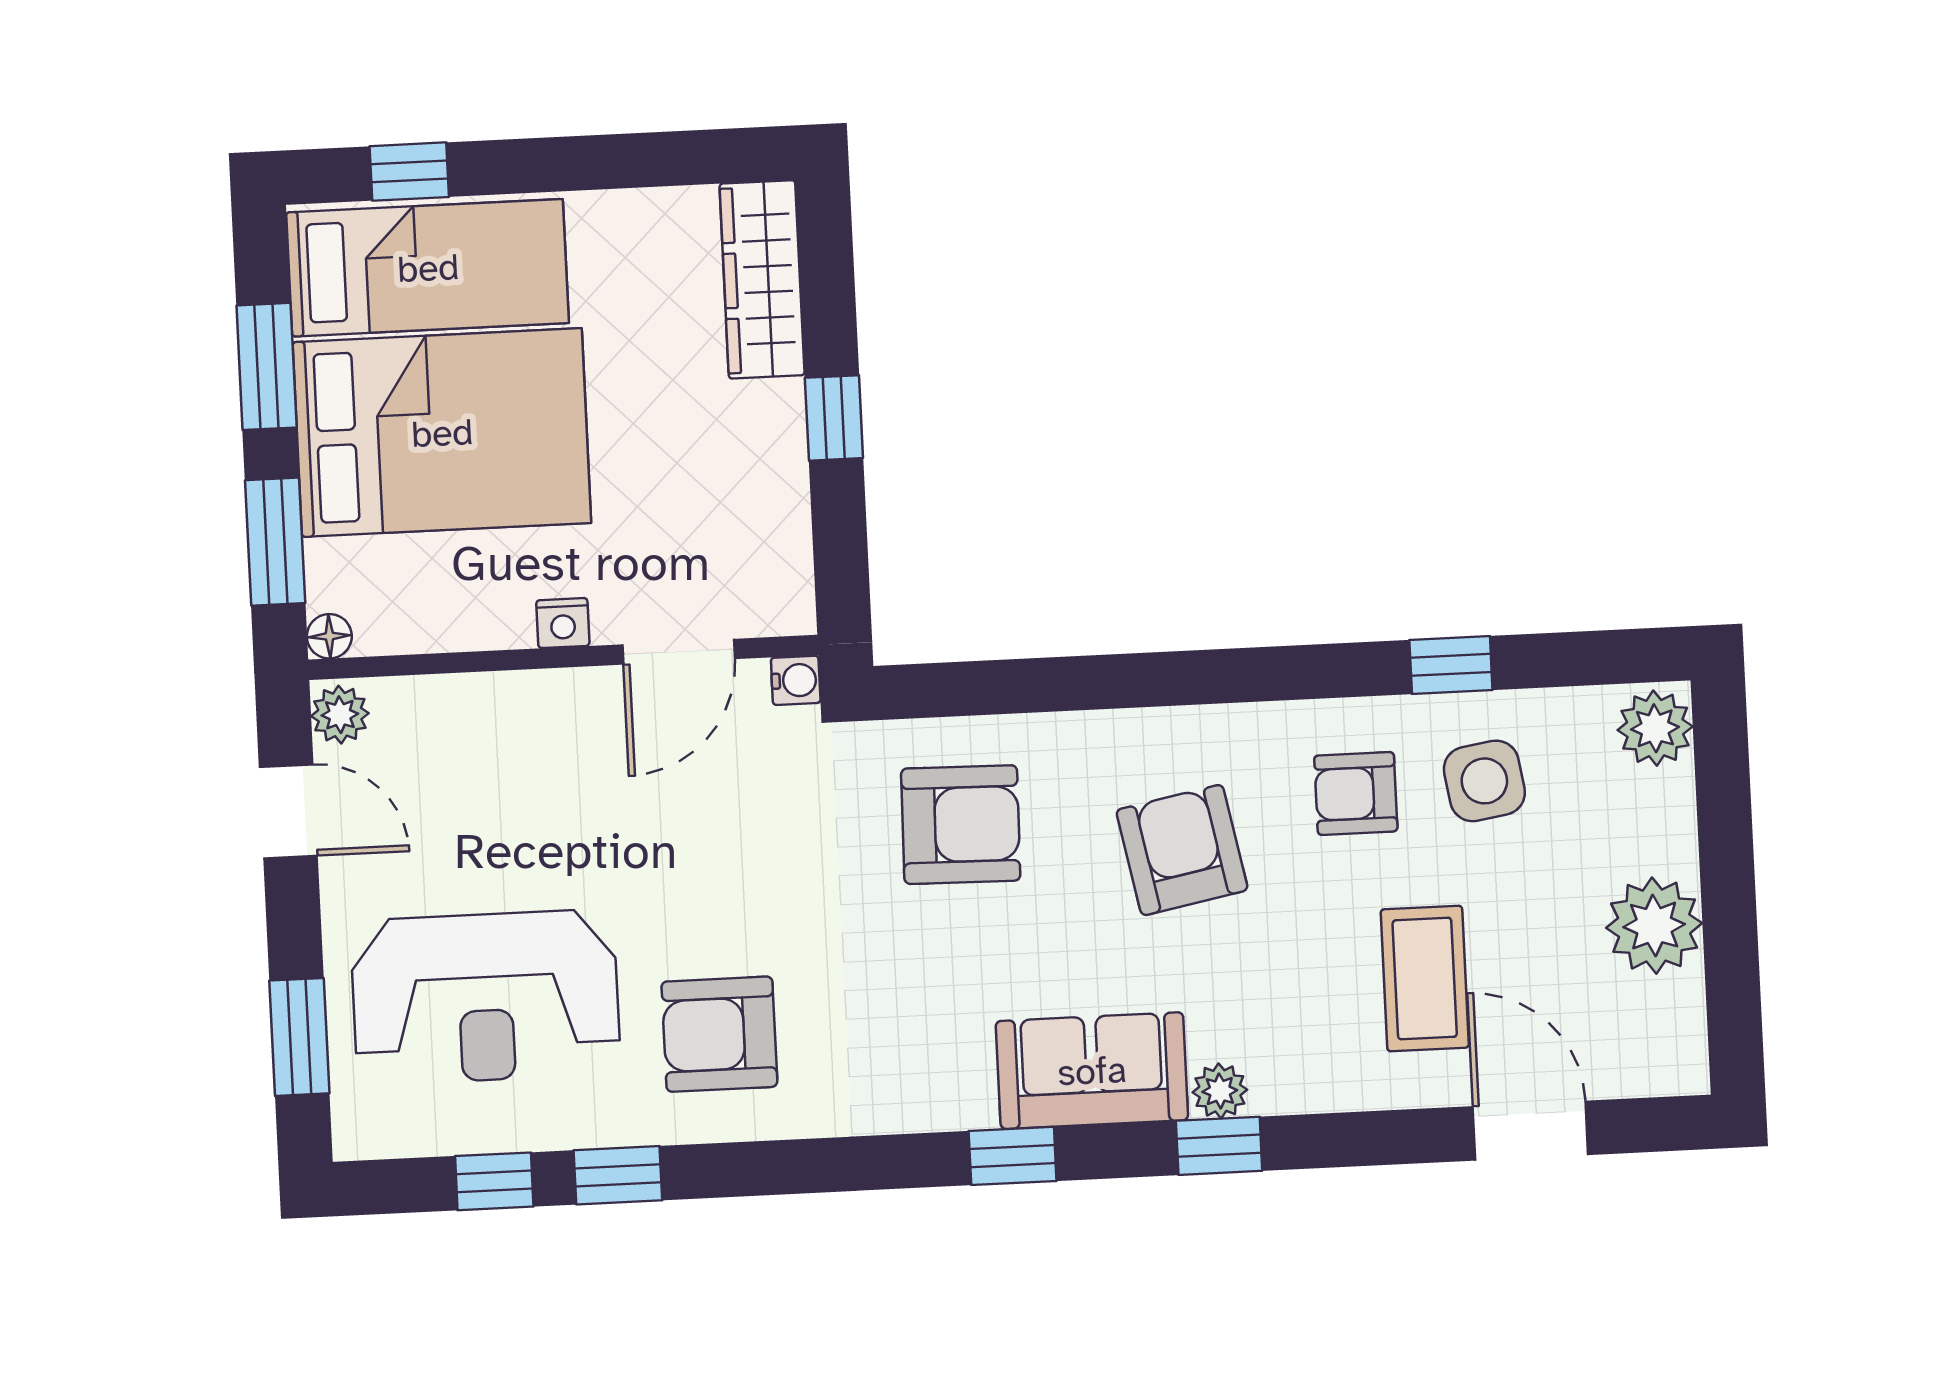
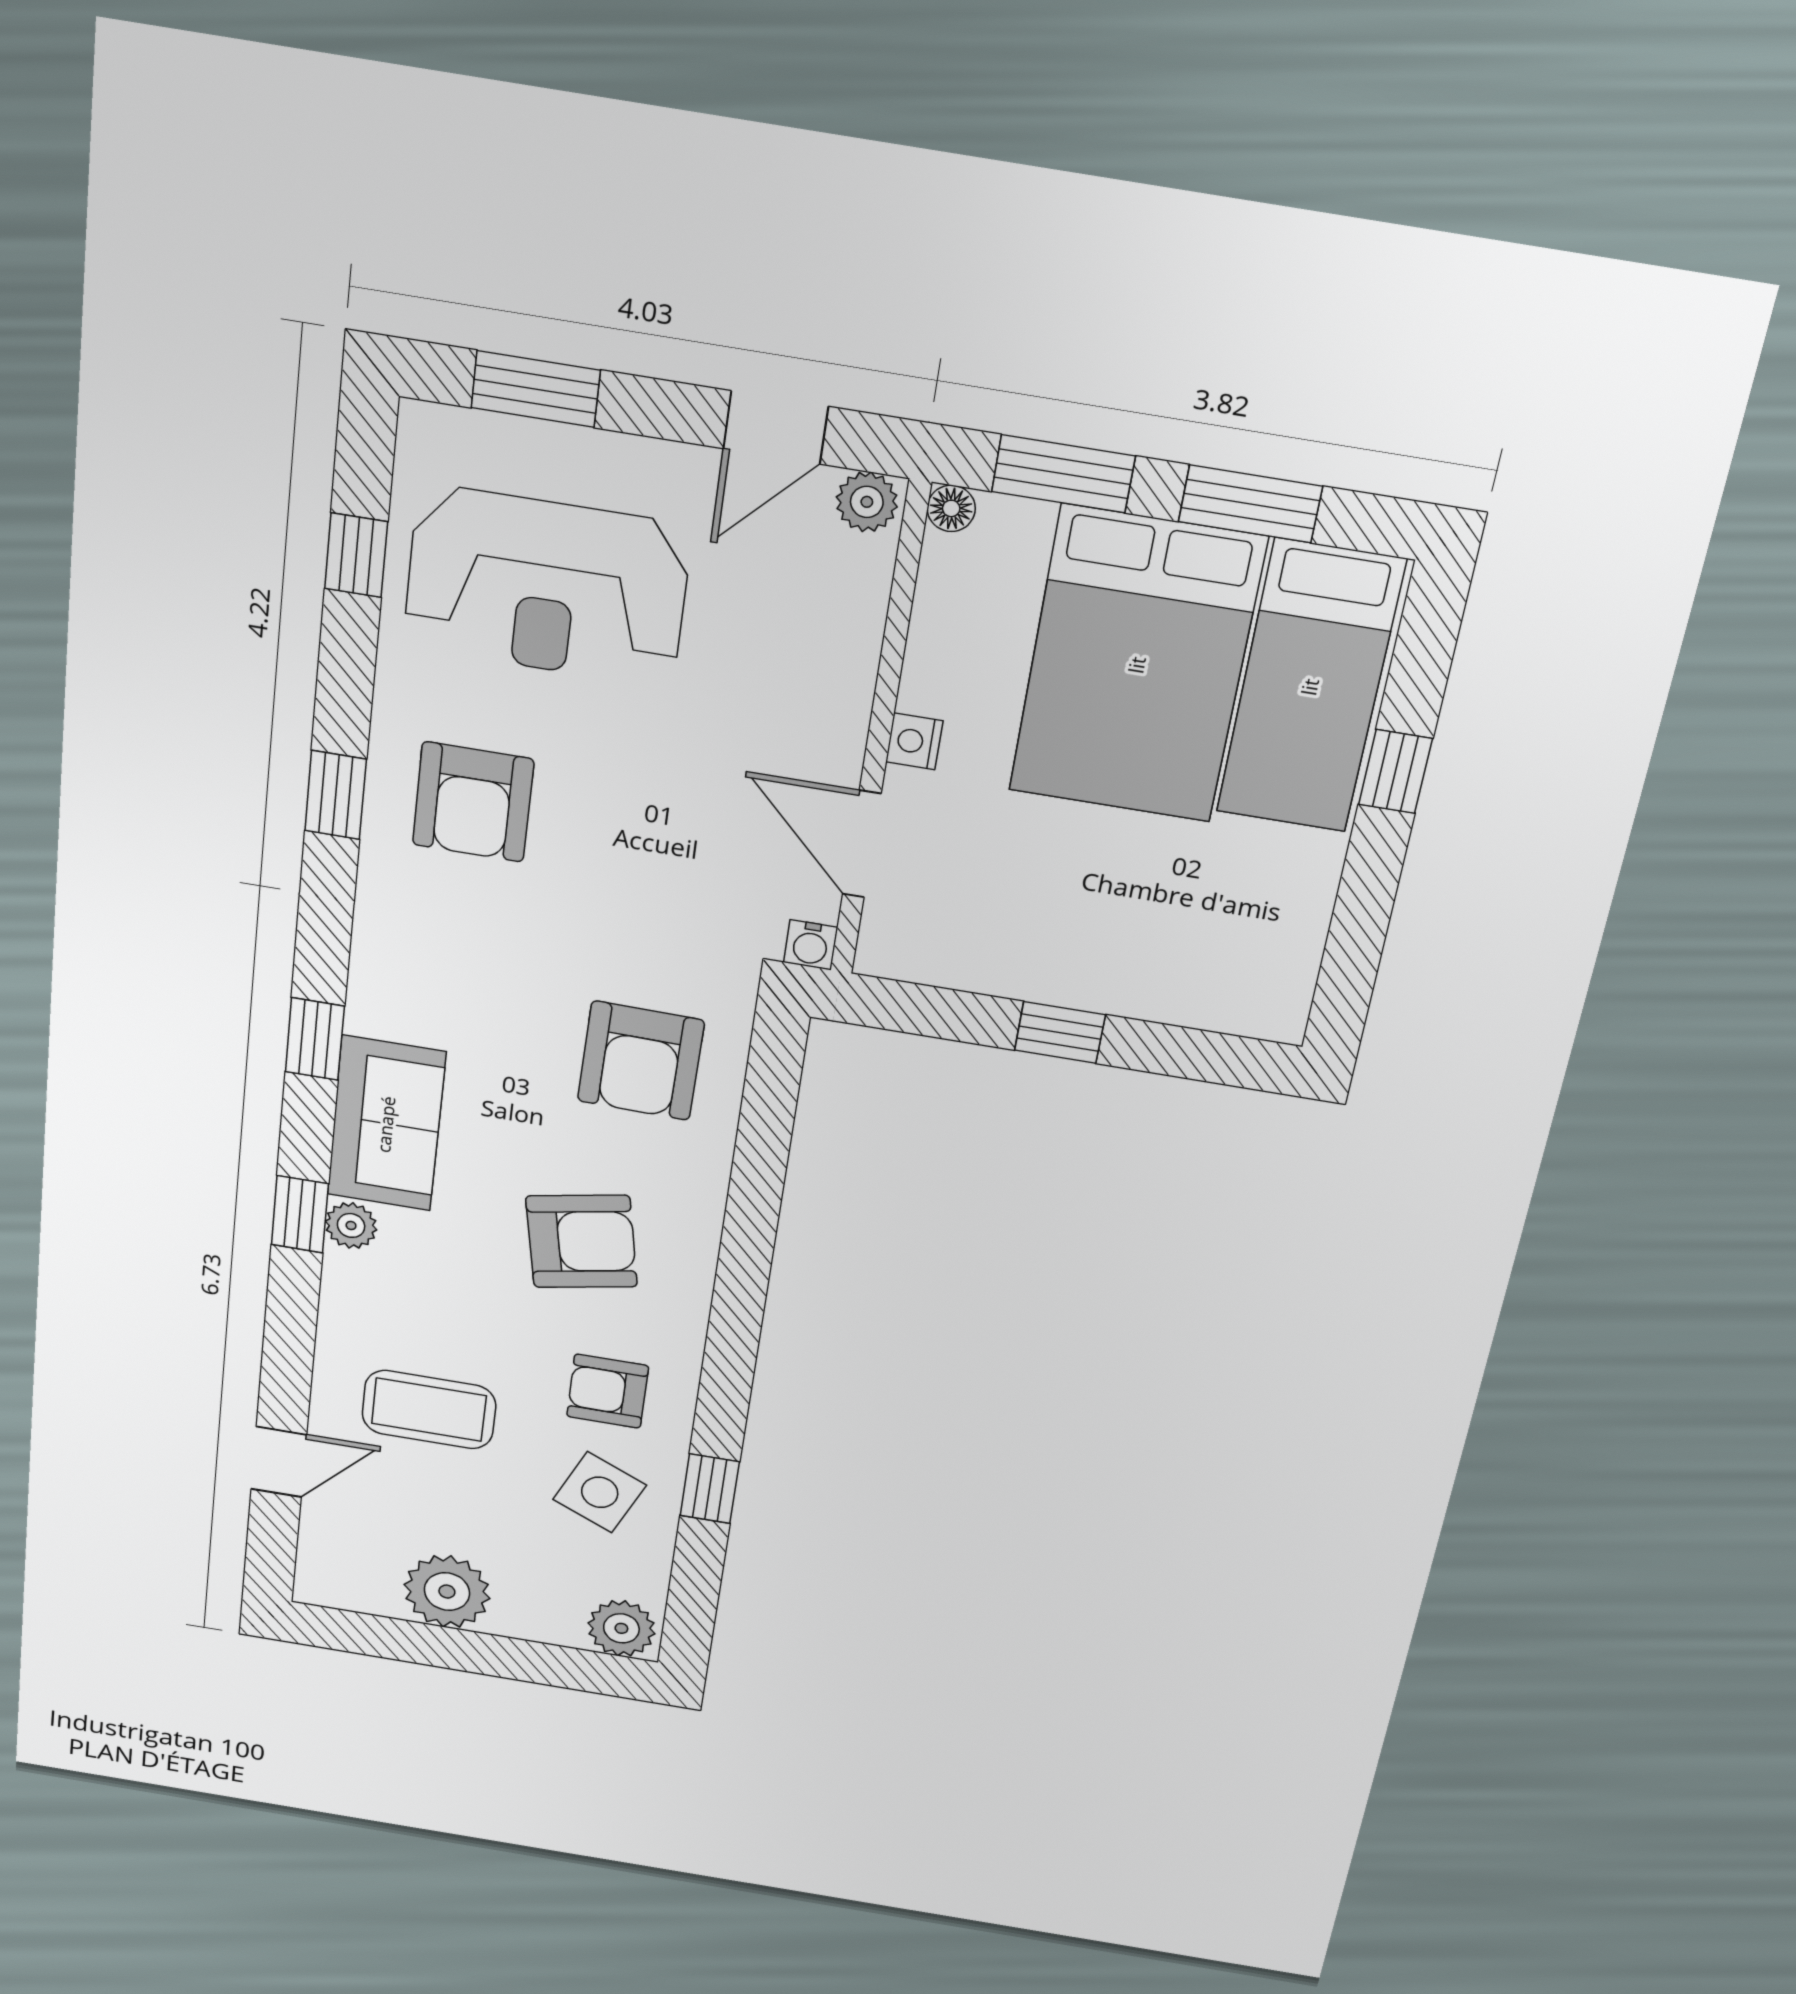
window: (409, 172) -> (1395, 772), moved
wardrobe: (762, 279) -> (1213, 997), removed
side table: (1484, 781) -> (600, 1492), turned 33
armchair: (1356, 793) -> (608, 1391), turned -90
reception desk: (485, 997) -> (547, 586), turned -90
armchair: (719, 1034) -> (473, 802), turned 180
door: (1530, 1131) -> (279, 1462), width x0.73
window: (618, 1175) -> (336, 795), moved

